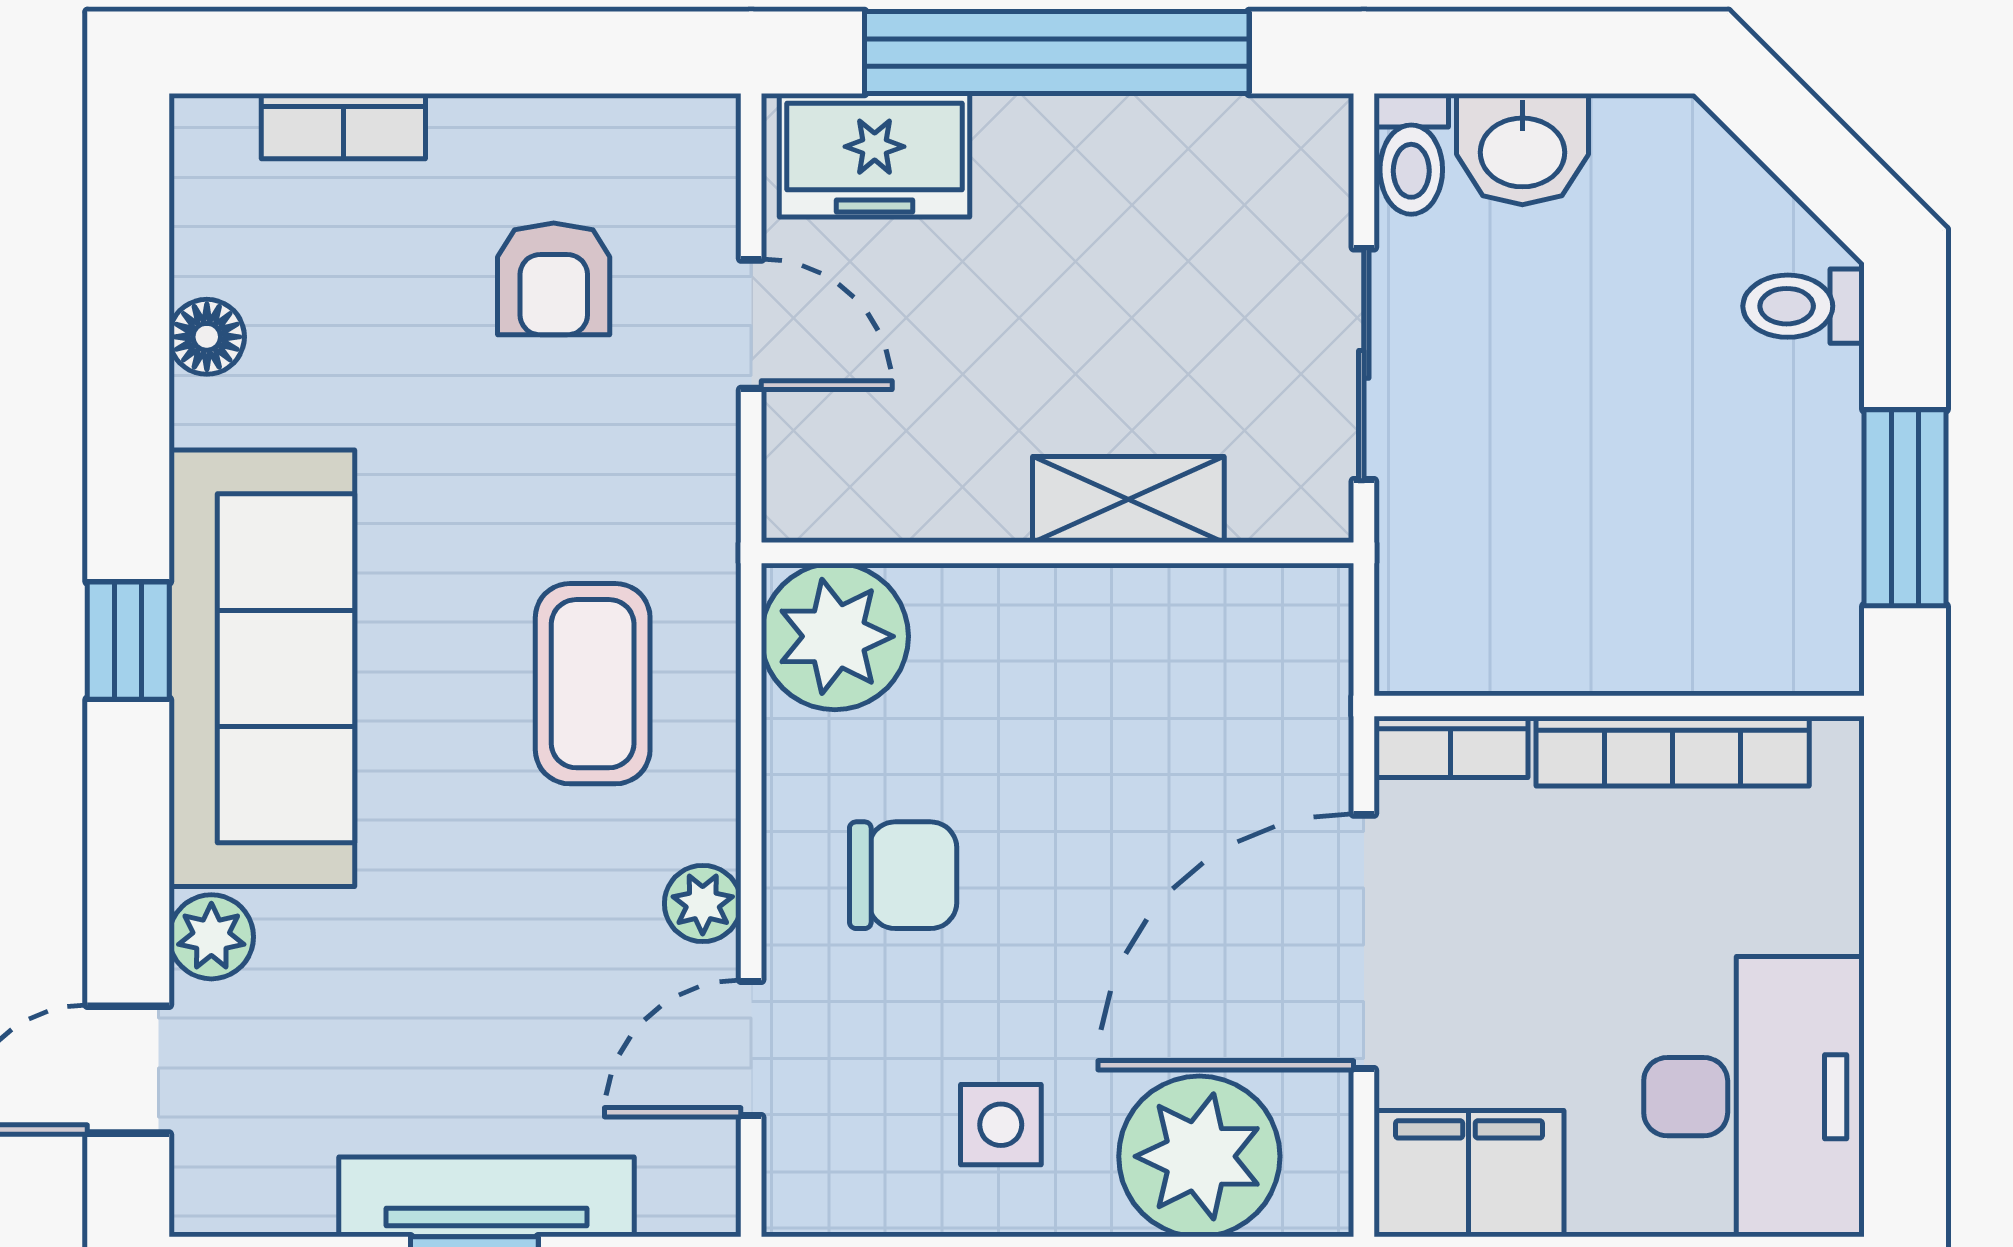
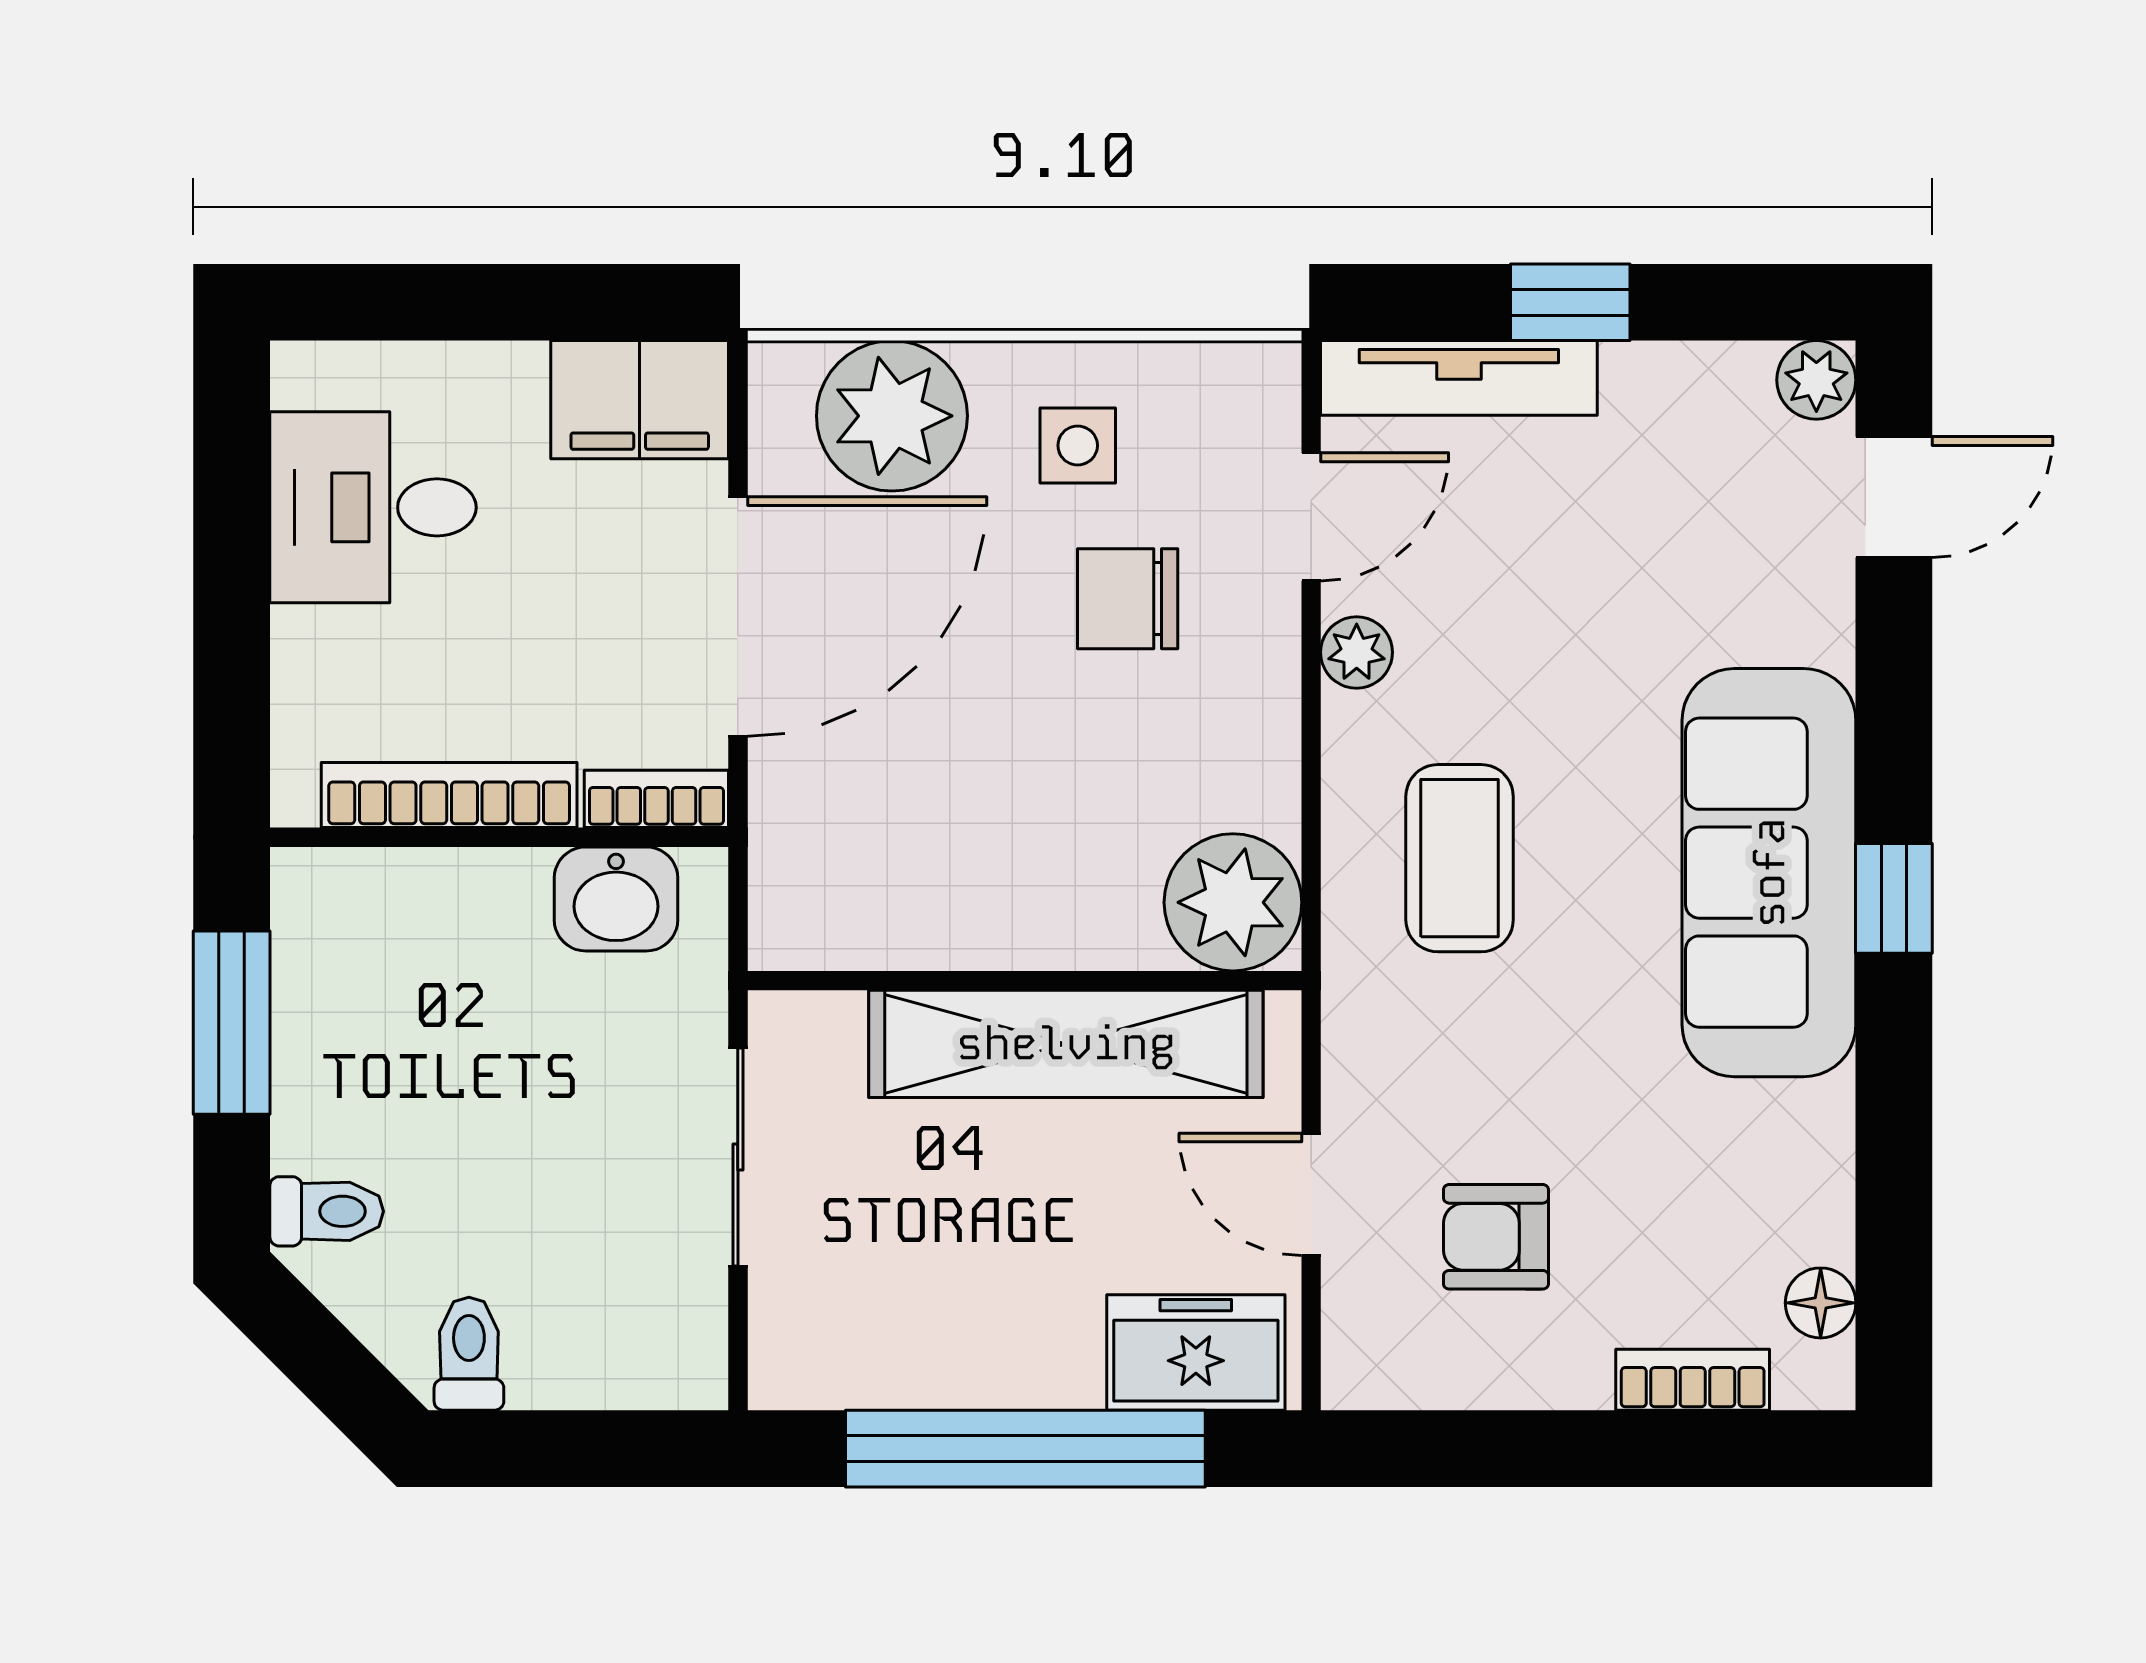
washbasin: (1522, 149) -> (616, 899), moved, turned 180
toilet: (1411, 154) -> (469, 1354), moved
armchair: (554, 279) -> (1496, 1237), turned -90
floor lamp: (207, 337) -> (1821, 1303), moved
shelving: (1128, 500) -> (1066, 1044), width x2.20, depth x1.33
chair: (903, 875) -> (1128, 599), moved
plant: (211, 937) -> (1816, 380), moved
desk: (1754, 1097) -> (373, 507), width x0.73
tv unit: (487, 1197) -> (1459, 378), moved

